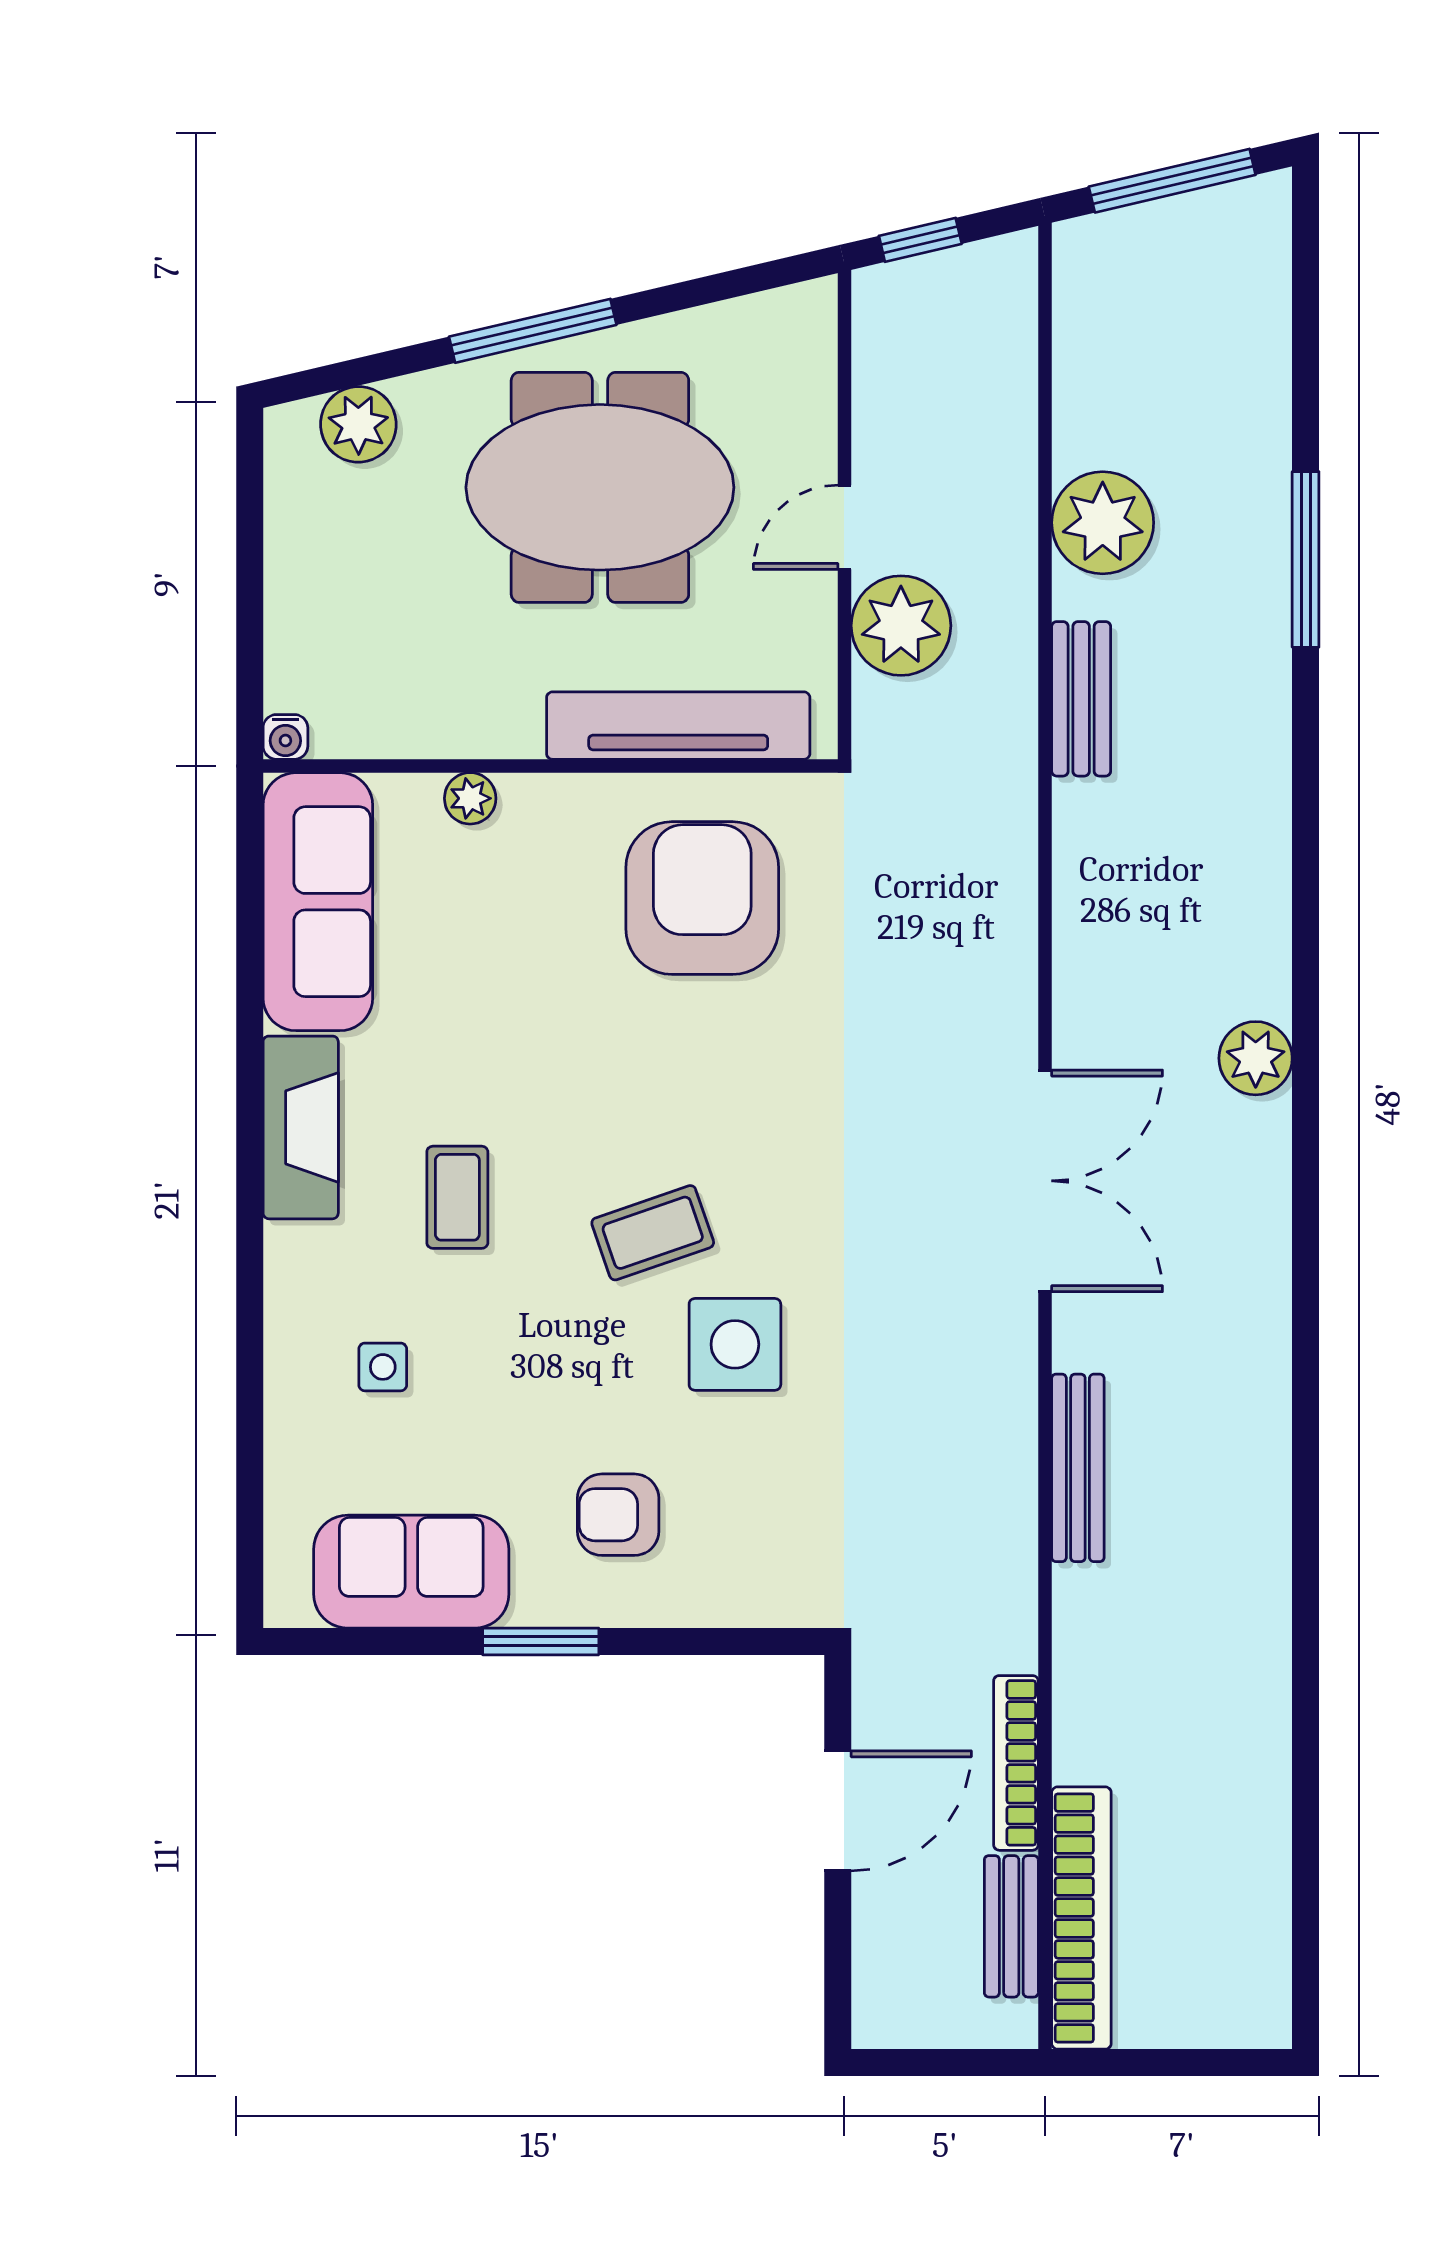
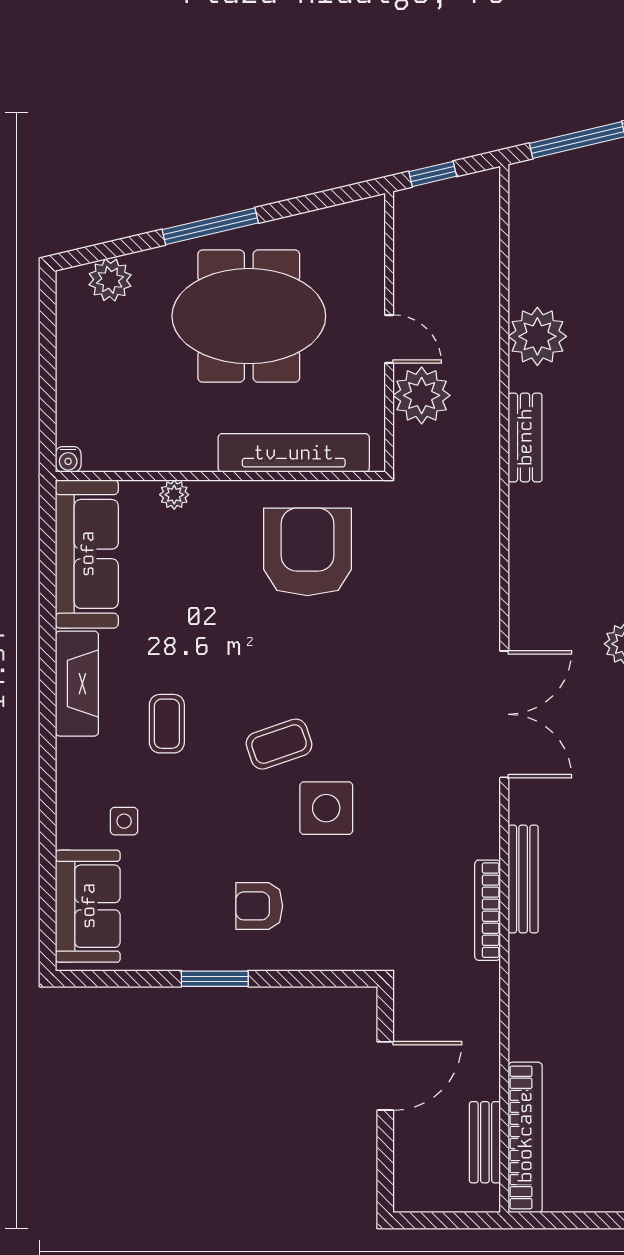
door: (844, 527) -> (389, 339), swing flipped
sofa: (411, 1572) -> (88, 906), moved, turned 90
bookcase: (1016, 1763) -> (488, 910), moved

